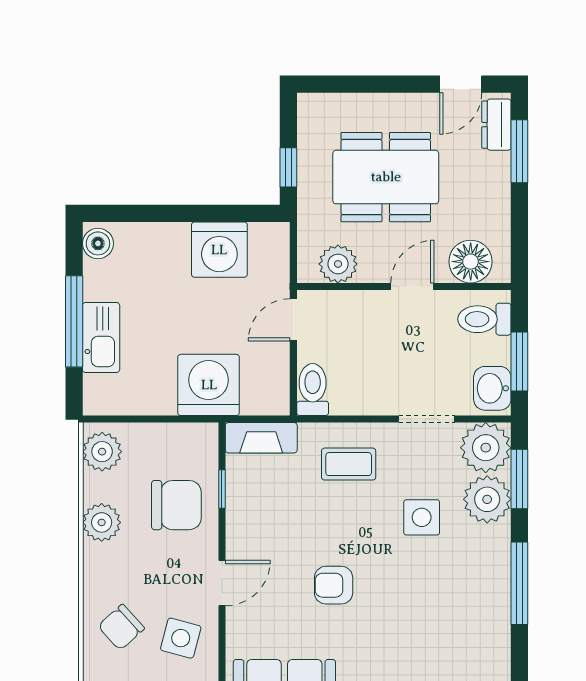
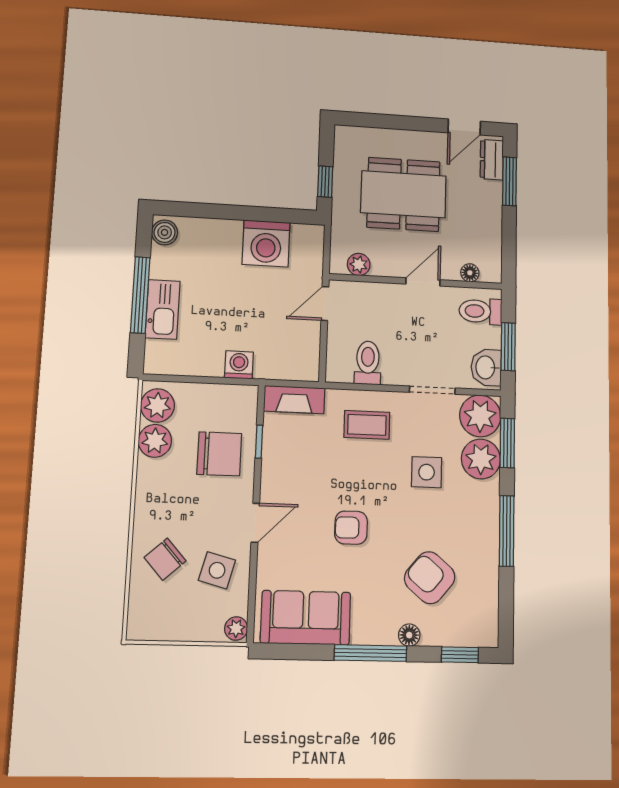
floor lamp: (471, 262) -> (470, 273), width x0.53, depth x0.53
plant: (338, 264) -> (359, 264), width x0.73, depth x0.73
washing machine: (209, 385) -> (239, 365), width x0.53, depth x0.53
toilet: (313, 390) -> (368, 363), moved
plant: (102, 522) -> (155, 441), moved
armchair: (428, 640) -> (430, 578), added

